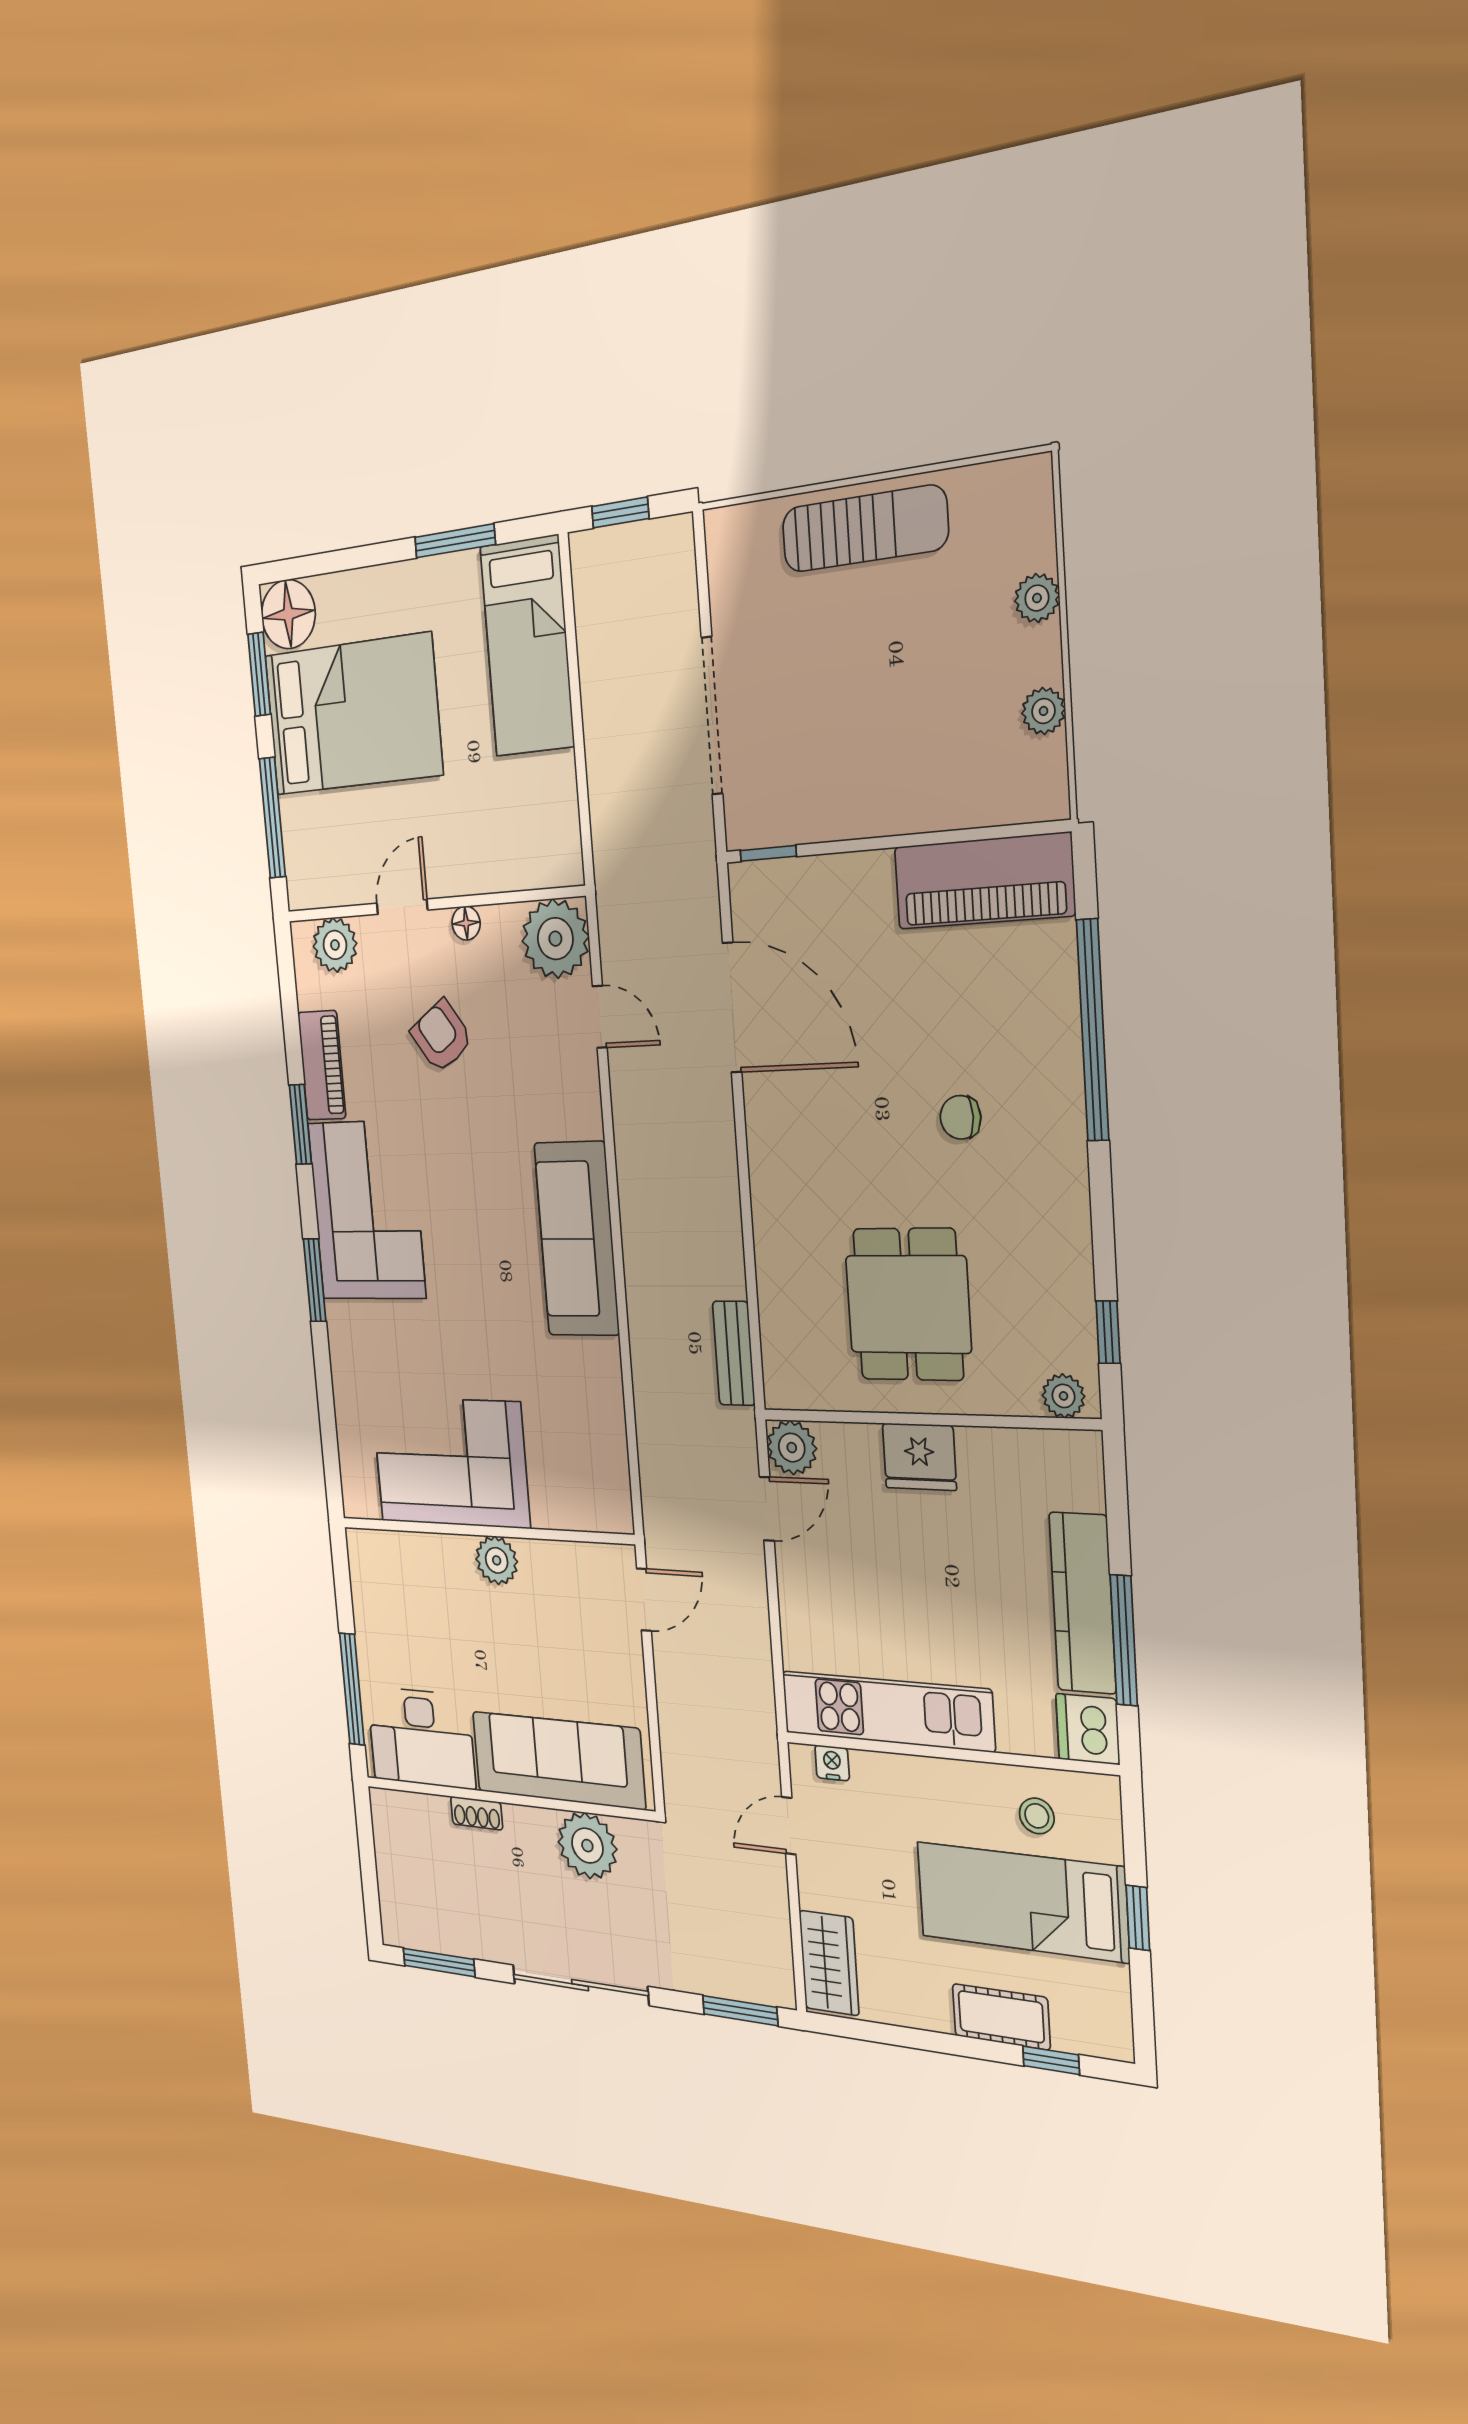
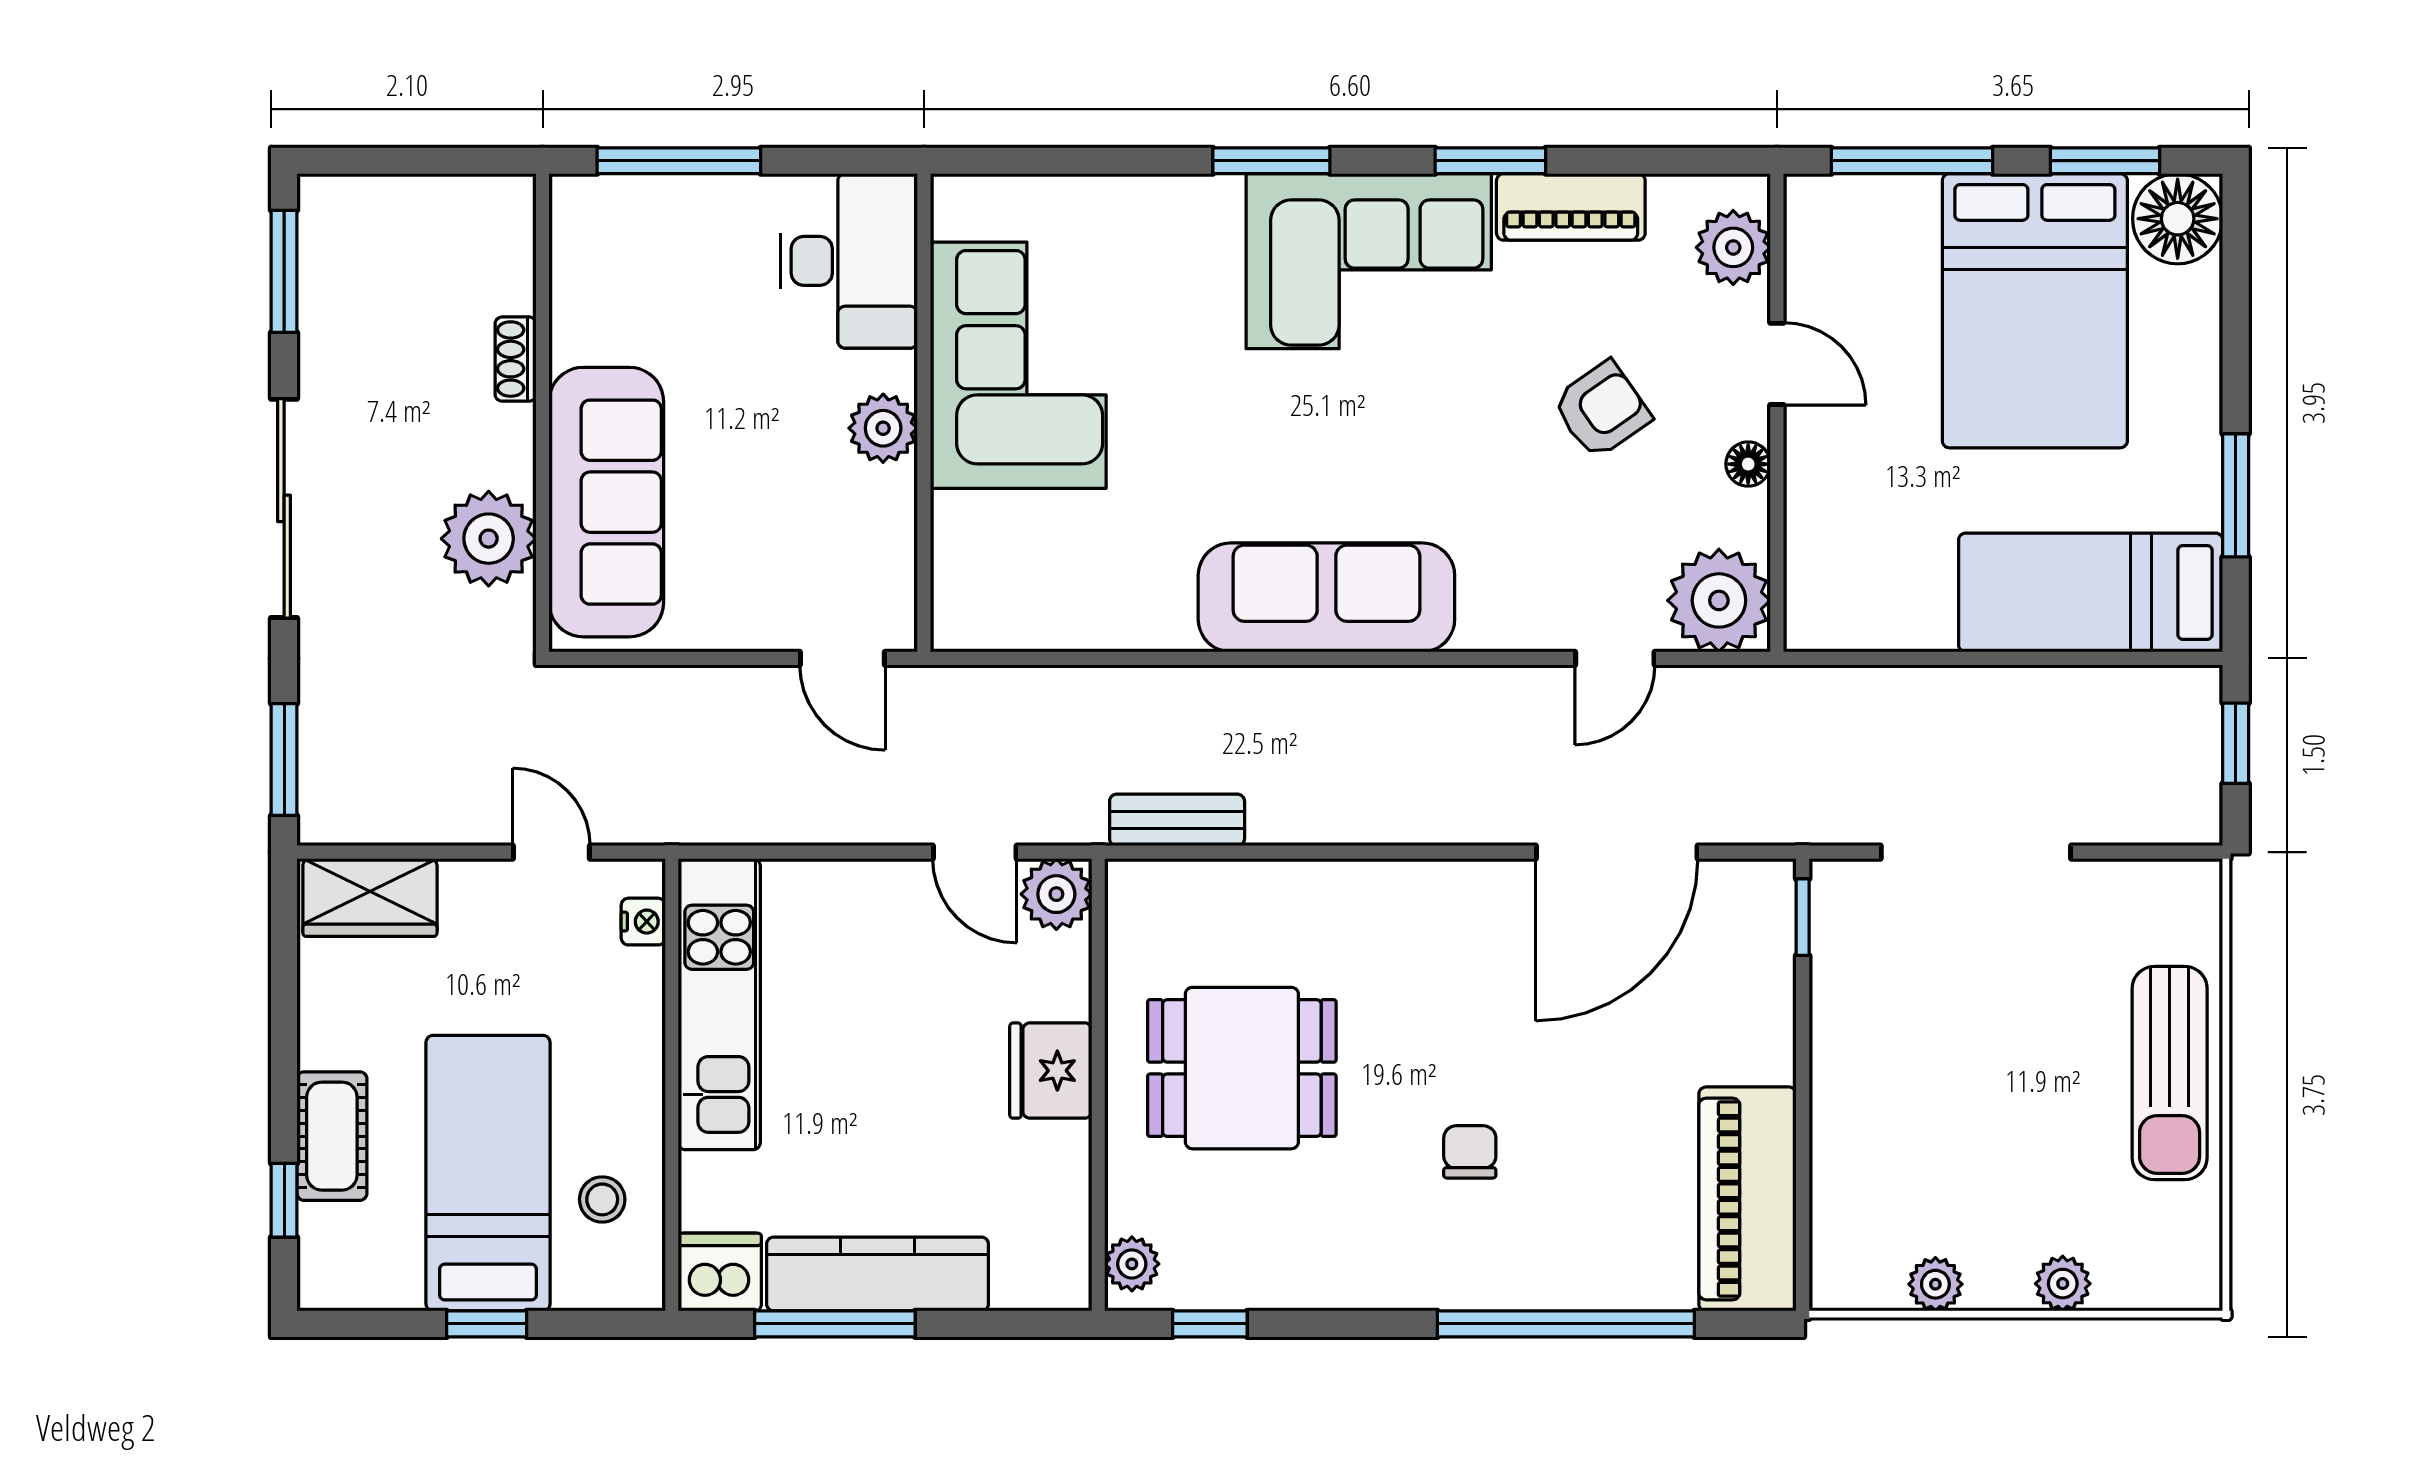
desk: (421, 1738) -> (849, 261), moved, turned 180

